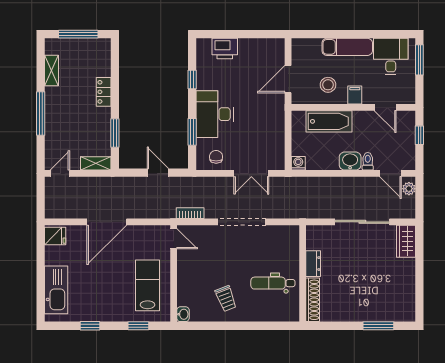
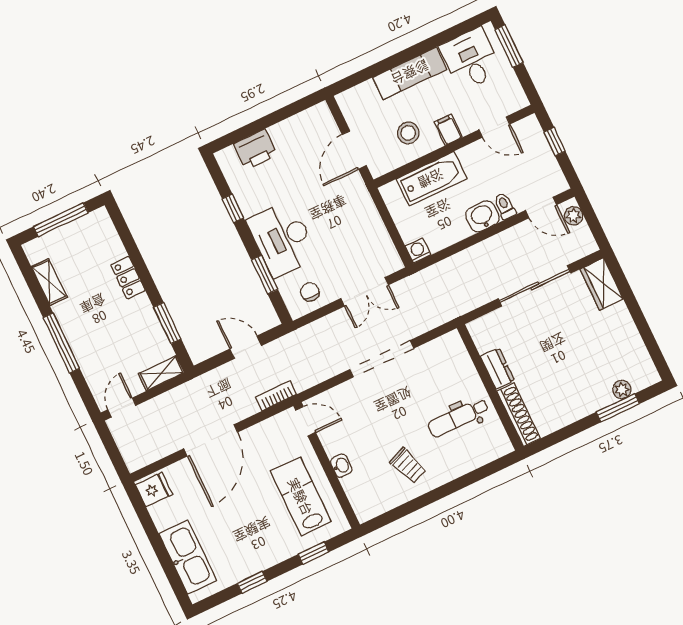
bookcase: (190, 213) -> (276, 396), moved
washbasin: (183, 314) -> (341, 466), moved
plant: (387, 315) -> (622, 390), added

